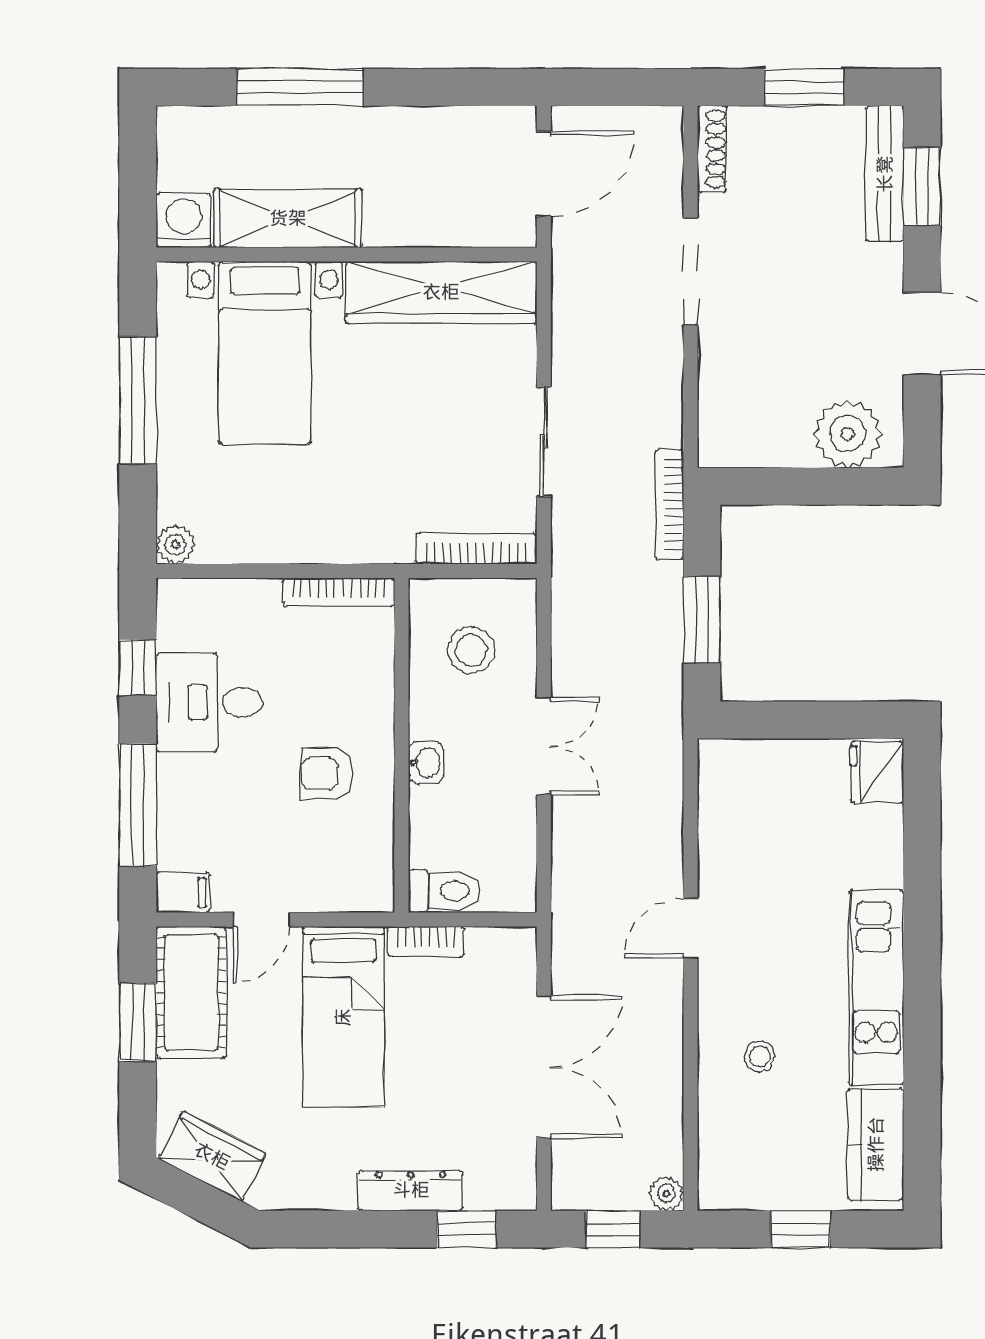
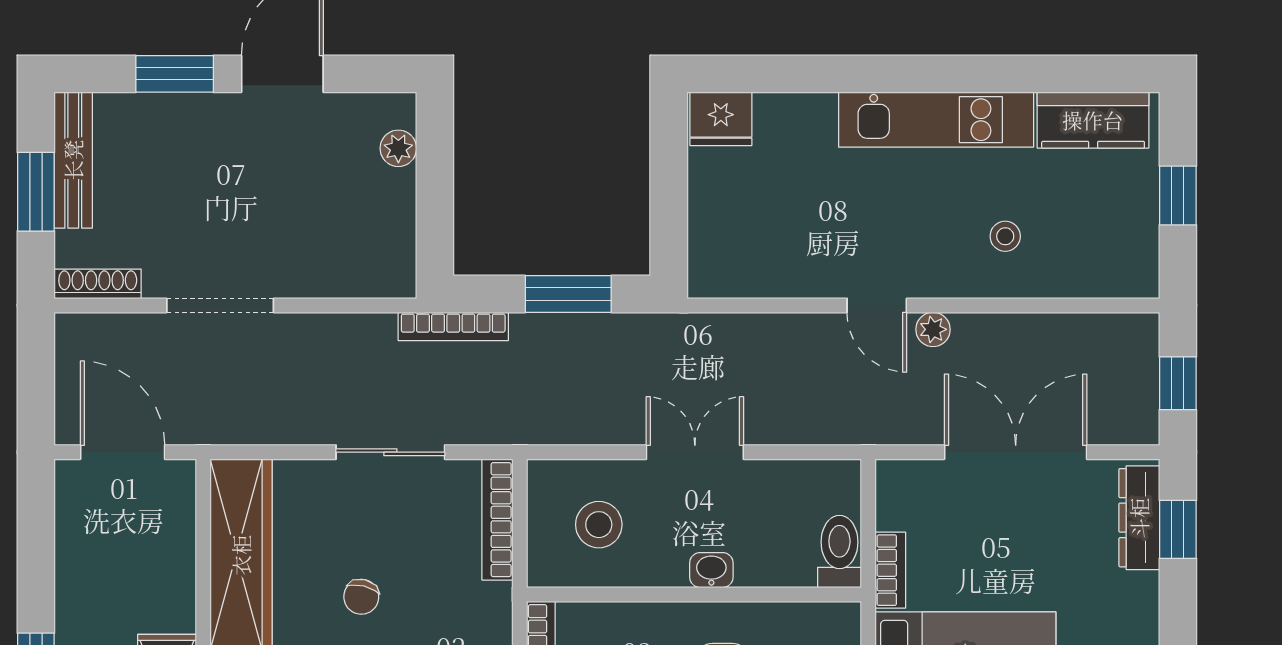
bench: (885, 174) -> (73, 160), moved, turned 90
window: (922, 186) -> (175, 74), moved
chair: (399, 413) -> (361, 597), added
plant: (848, 434) -> (398, 148), width x0.53, depth x0.53
dresser: (411, 1190) -> (1139, 518), moved
plant: (666, 1194) -> (933, 329), moved

